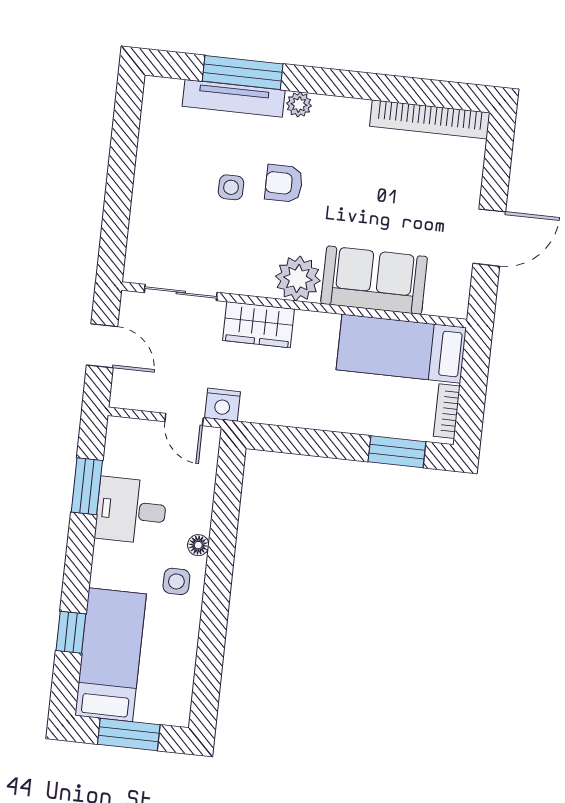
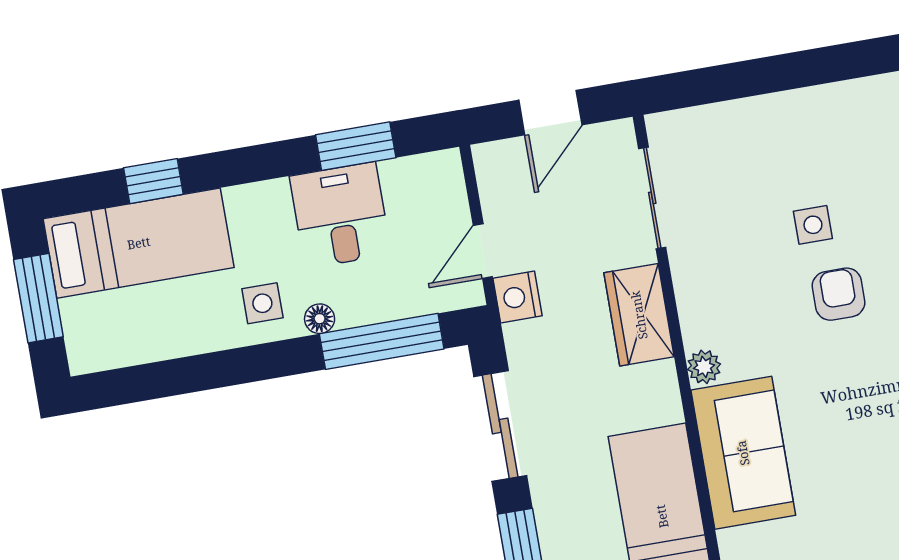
plant: (298, 279) -> (704, 367), width x0.53, depth x0.53
sliding door: (308, 442) -> (500, 426), added
window: (226, 507) -> (382, 341), added

